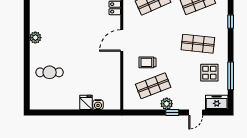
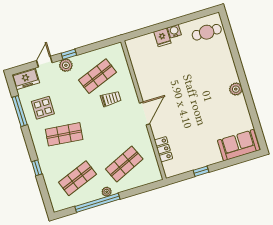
cafe table: (50, 72) -> (207, 32), moved
plant: (167, 104) -> (66, 65), moved
water cooler: (98, 105) -> (174, 31), moved

